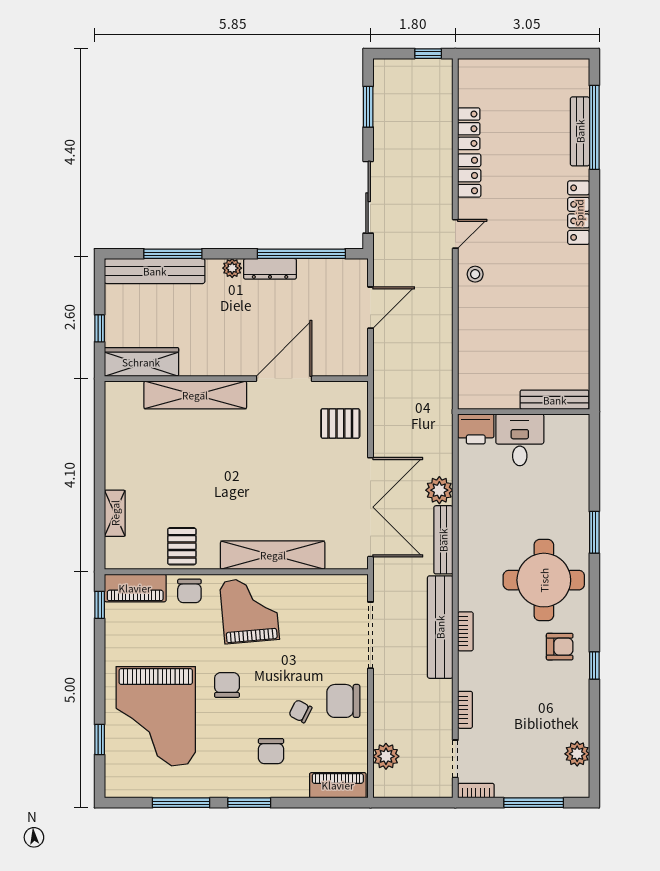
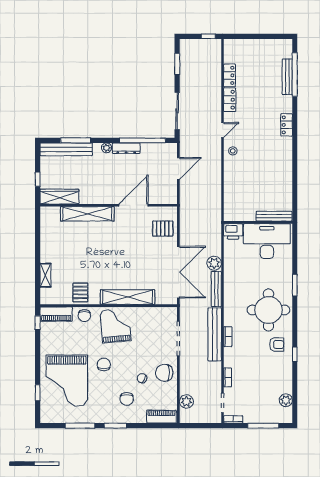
locker: (579, 213) -> (287, 125), width x0.66
desk: (520, 440) -> (267, 241), width x1.87, depth x1.30

